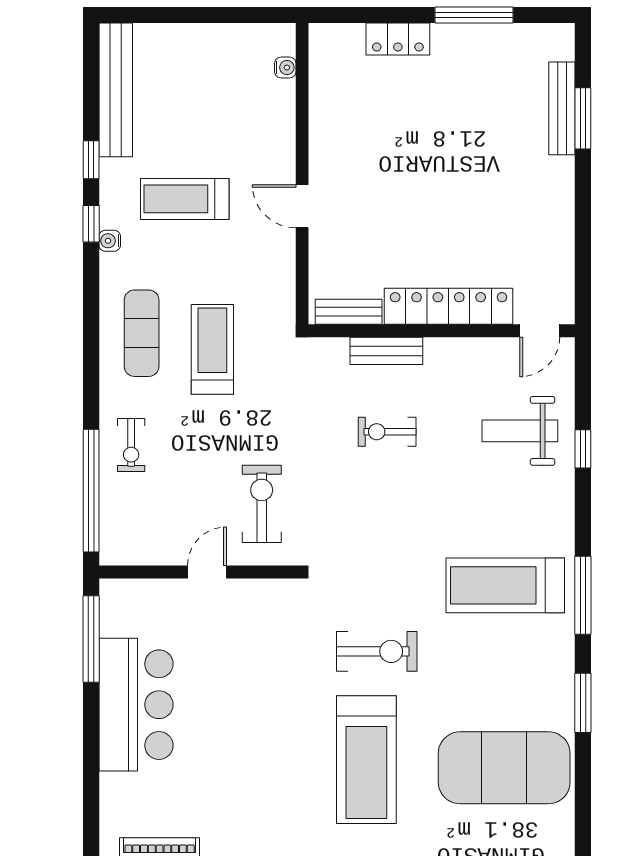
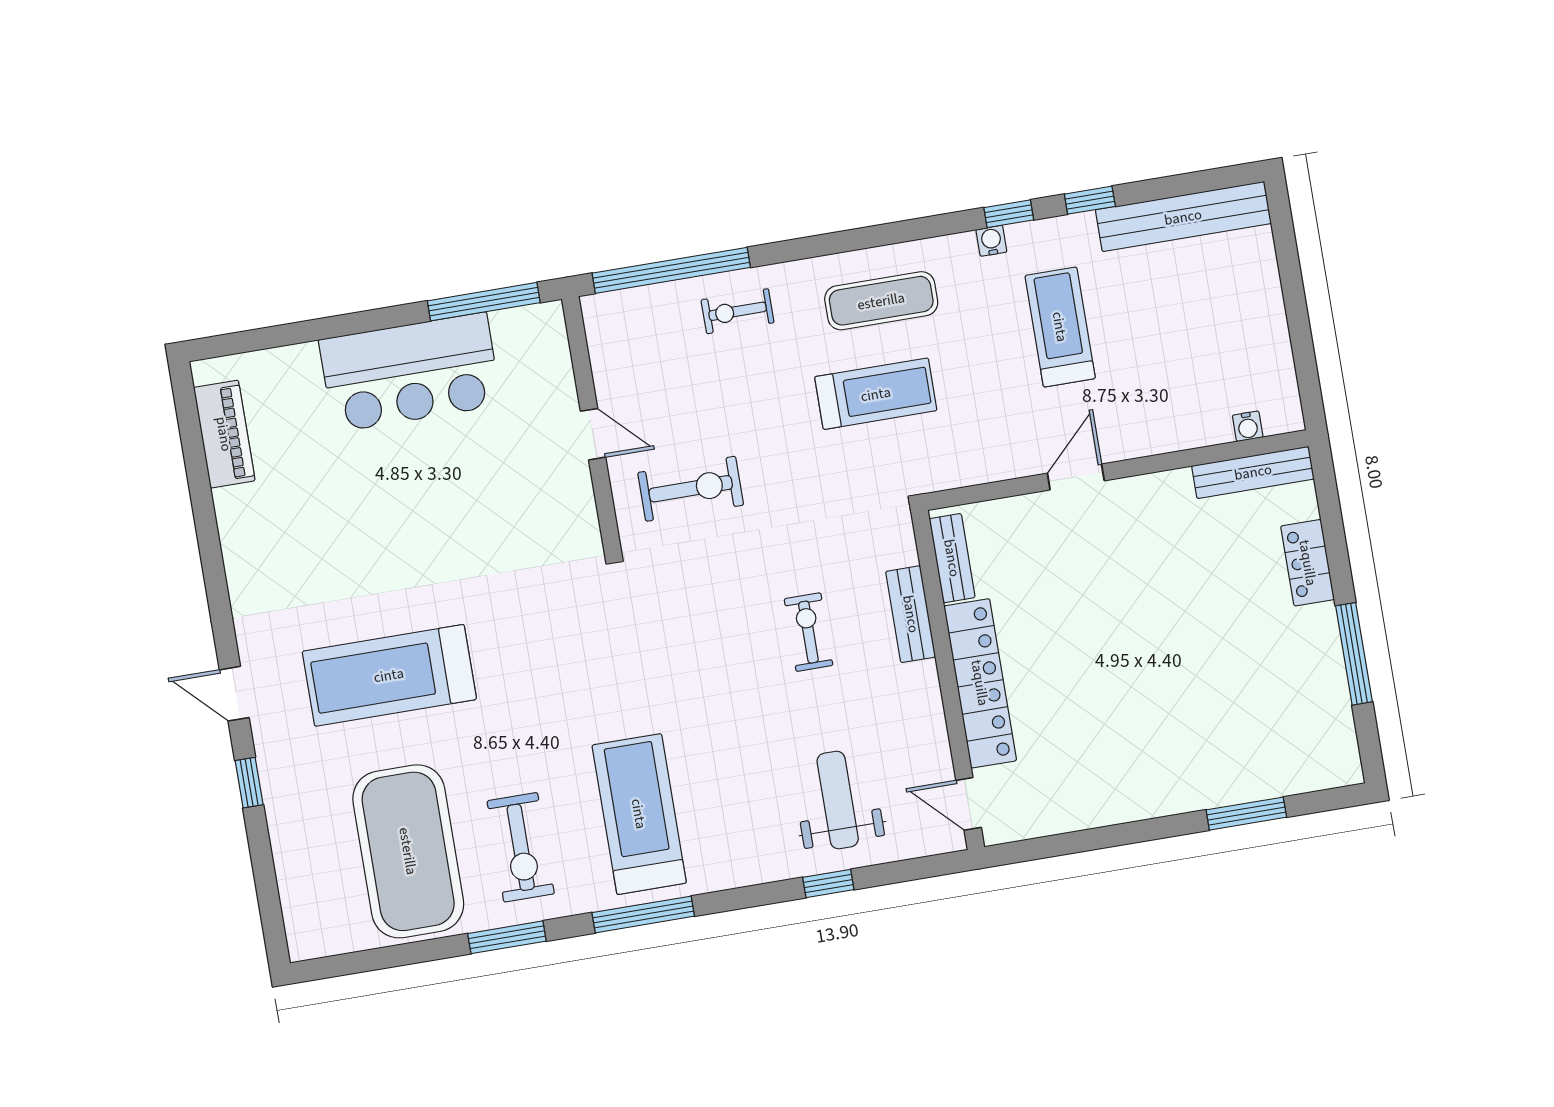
bench: (562, 108) -> (1253, 472), moved
exercise bike: (377, 651) -> (521, 847), moved

